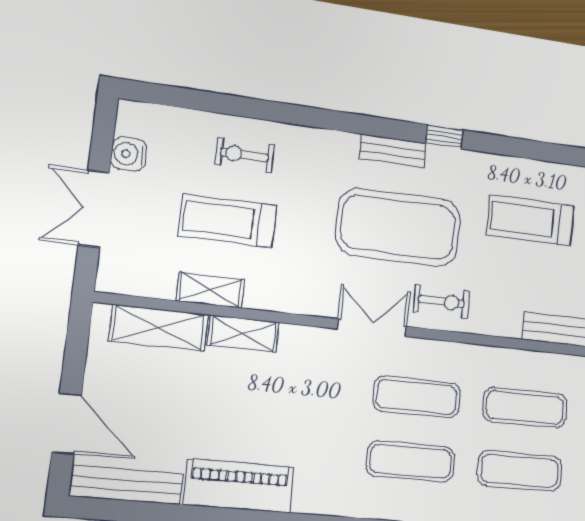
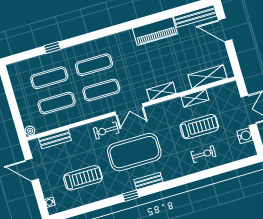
shelving: (243, 334) -> (161, 91), moved

